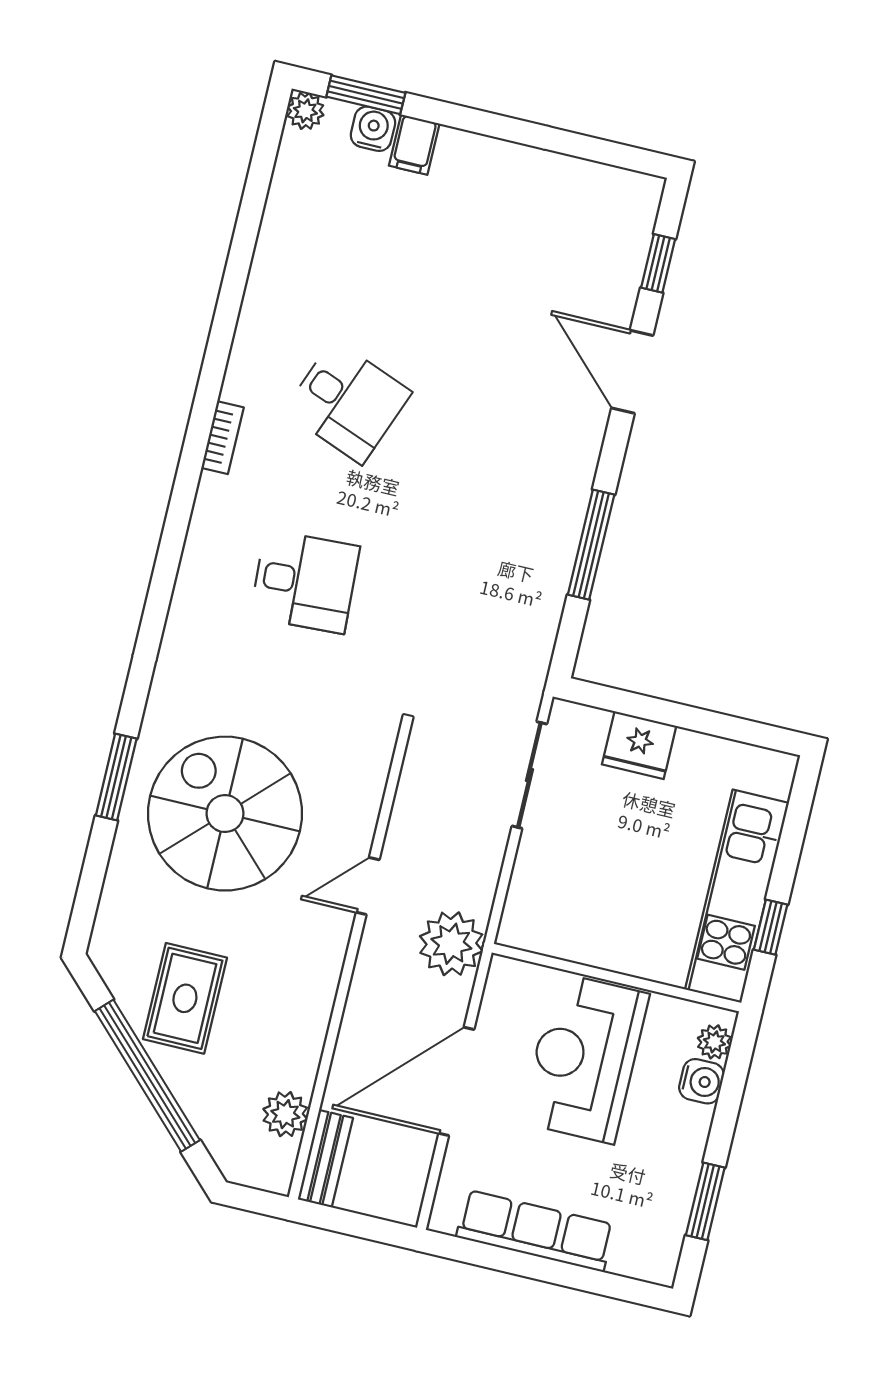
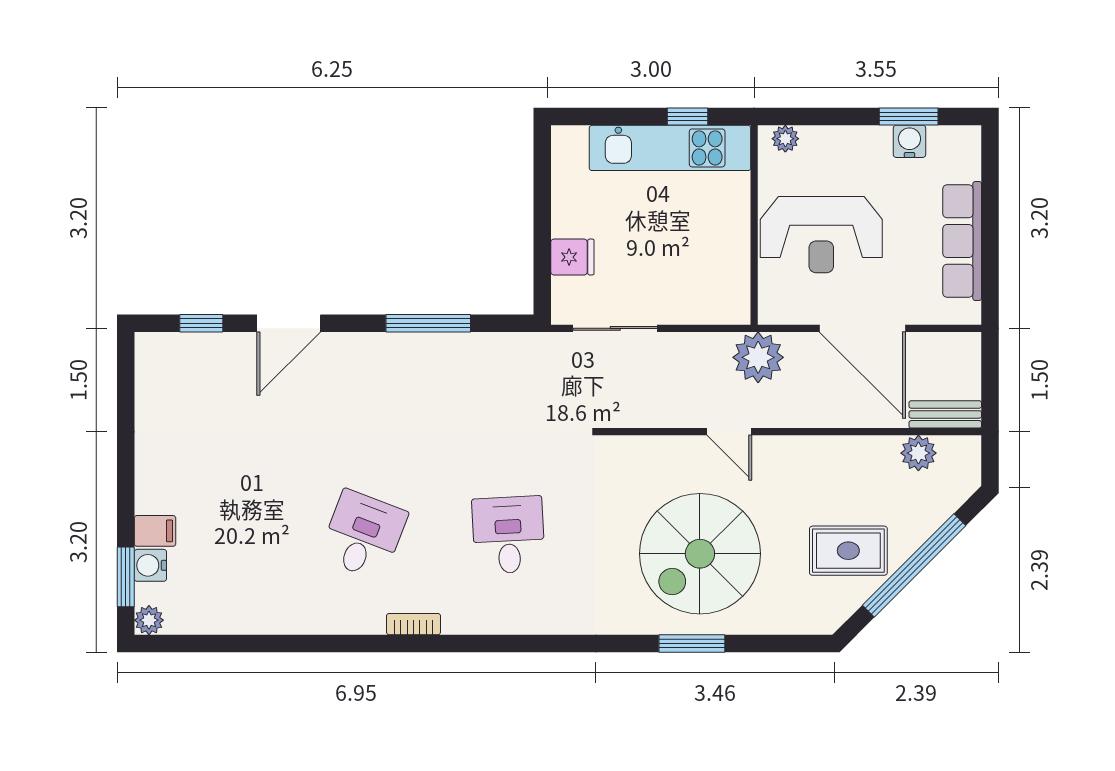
fridge: (639, 745) -> (572, 257), width x0.72
water cooler: (701, 1081) -> (909, 141), moved

